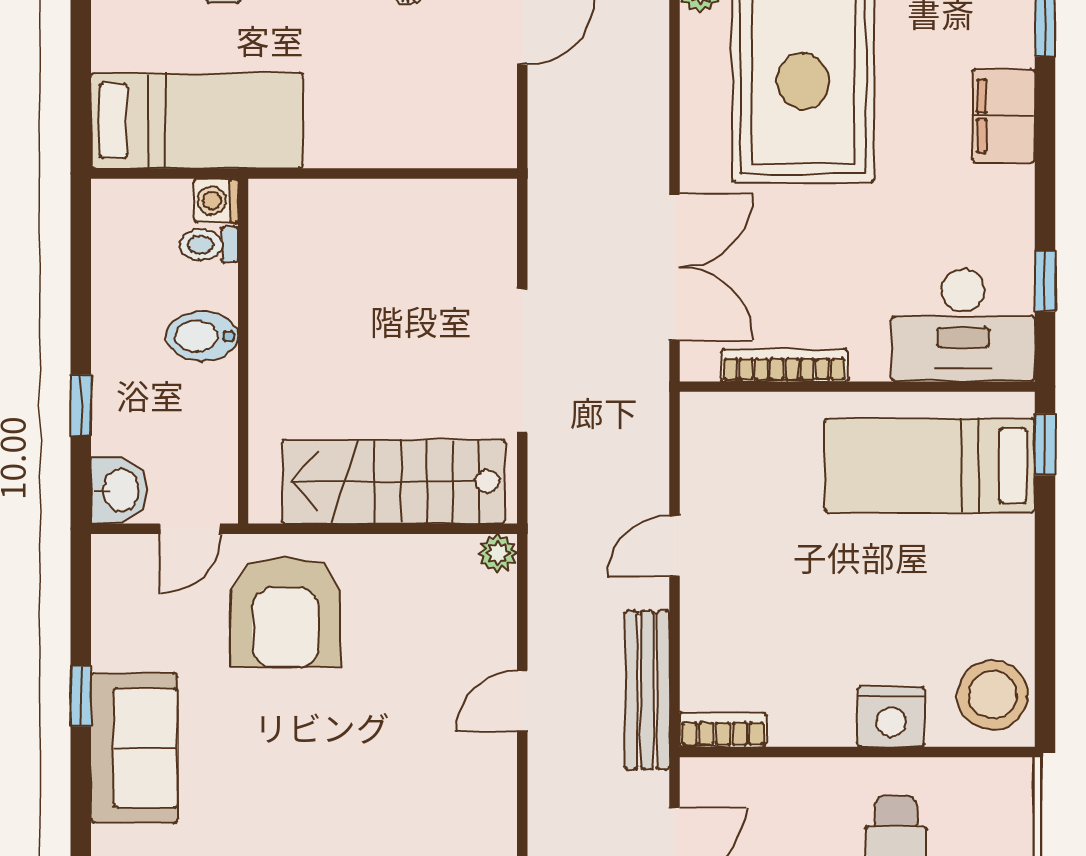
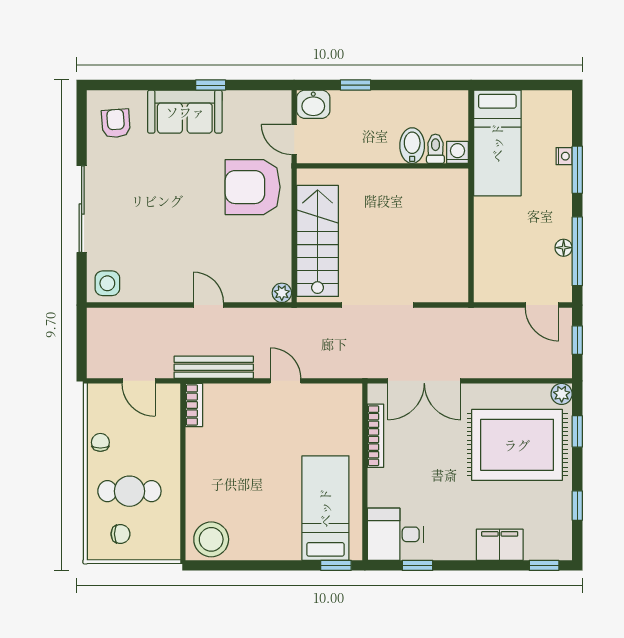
desk: (963, 325) -> (395, 534), width x0.73
bidet: (202, 336) -> (412, 146), moved
nightstand: (891, 717) -> (200, 489), removed

